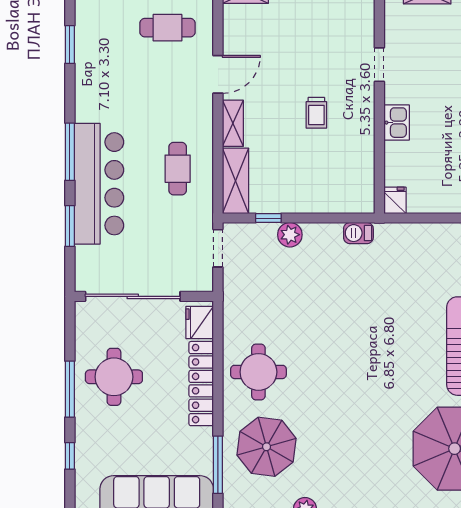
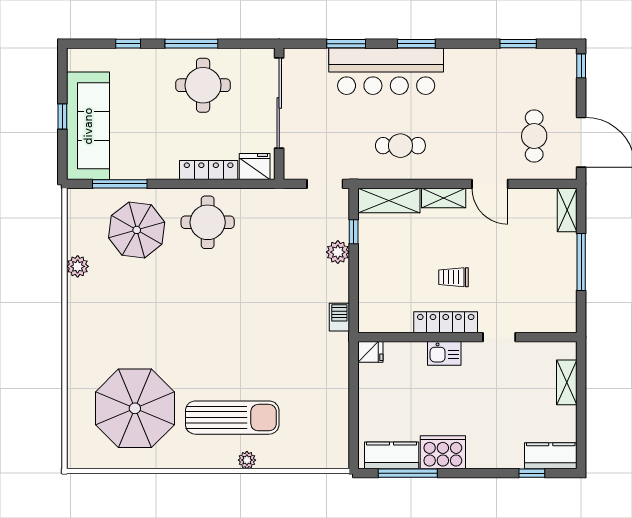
locker: (364, 121) -> (446, 322), added
window: (70, 152) -> (416, 44), width x0.69
locker: (201, 384) -> (209, 170), width x0.71, depth x0.83

